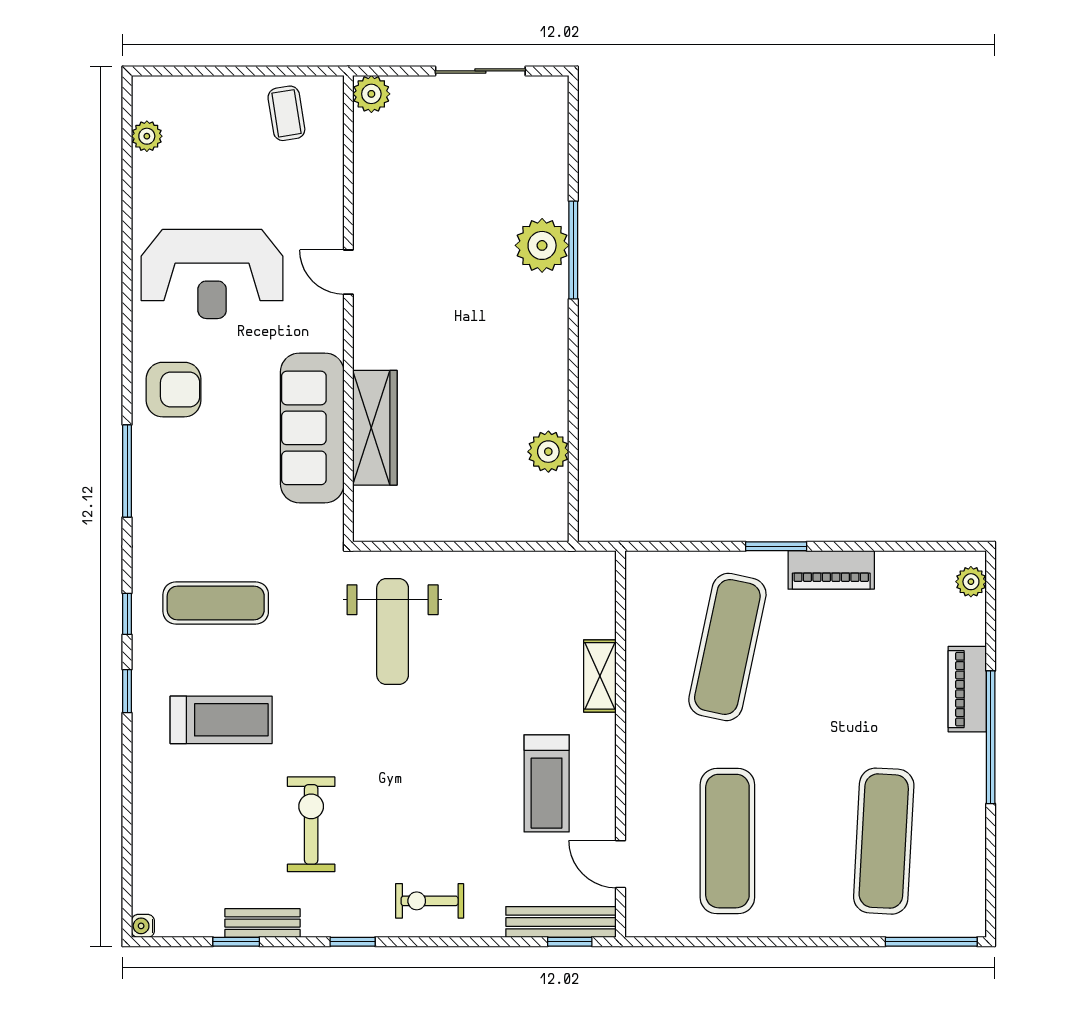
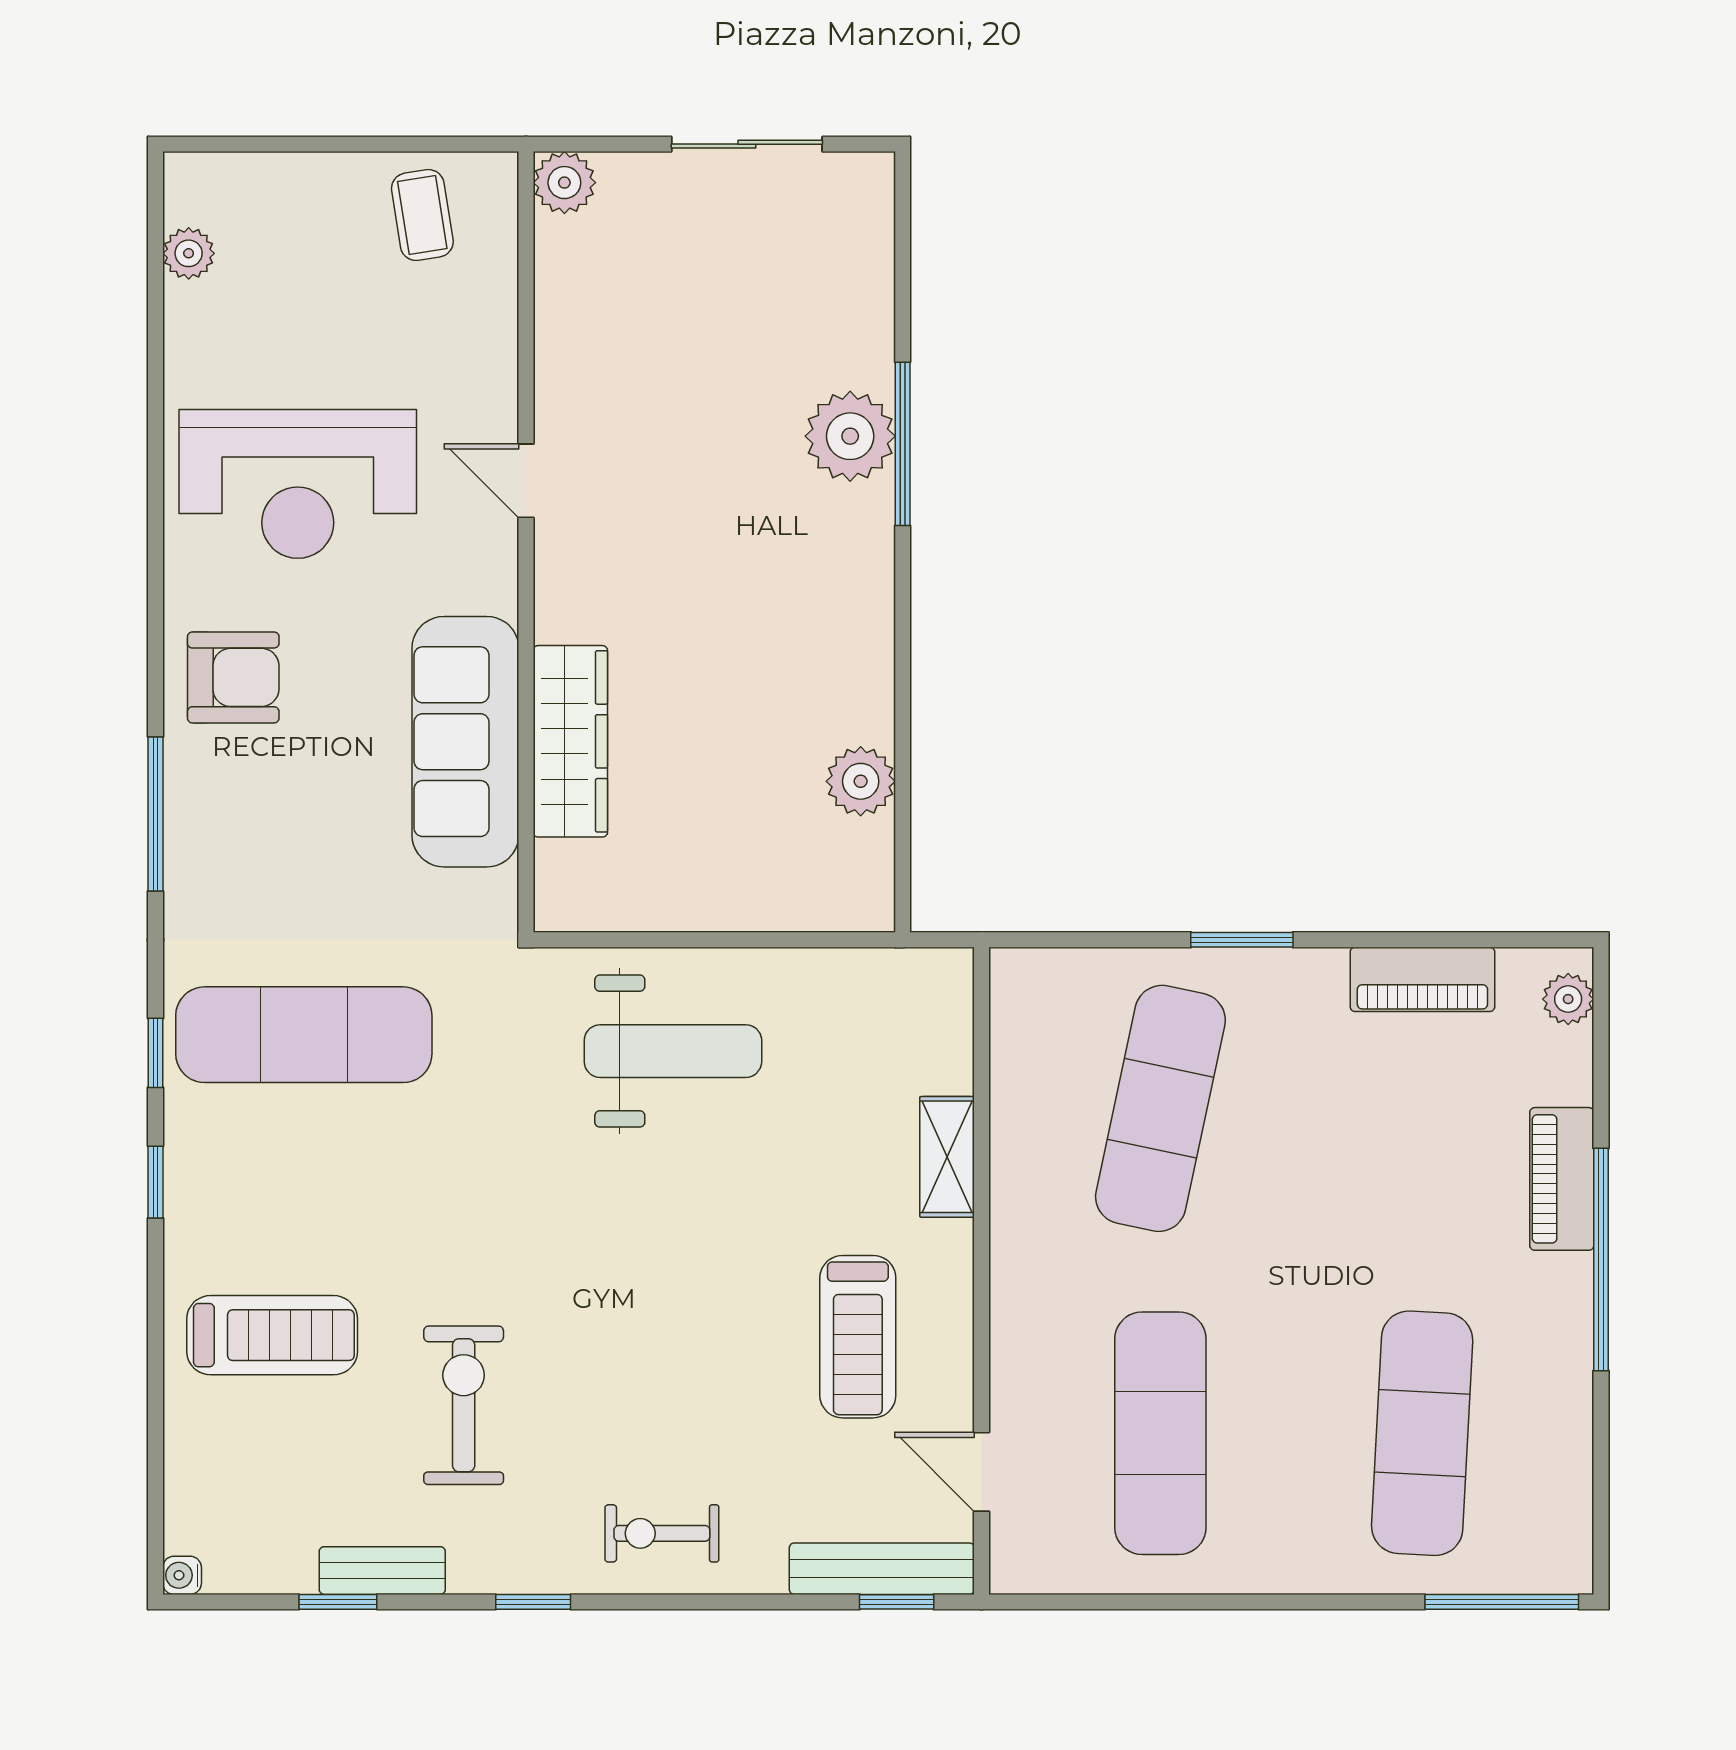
piano: (831, 570) -> (1422, 979), moved
exercise mat: (216, 603) -> (304, 1035), width x1.36, depth x1.45
weight bench: (393, 632) -> (673, 1051), moved, turned -90
treadmill: (221, 720) -> (272, 1335), moved

